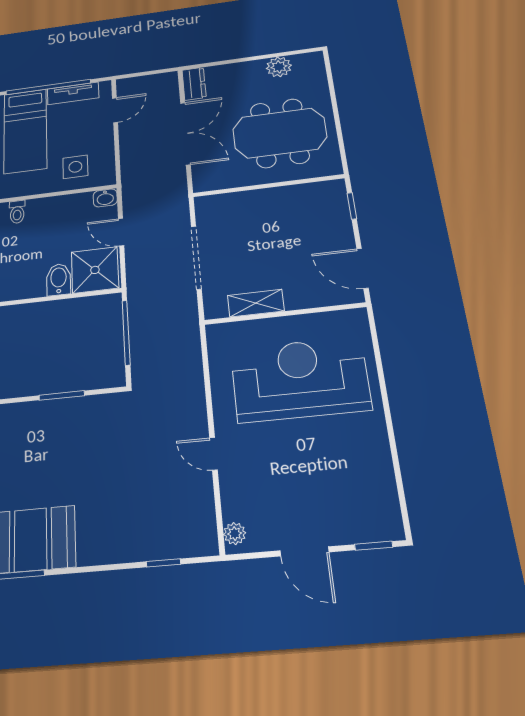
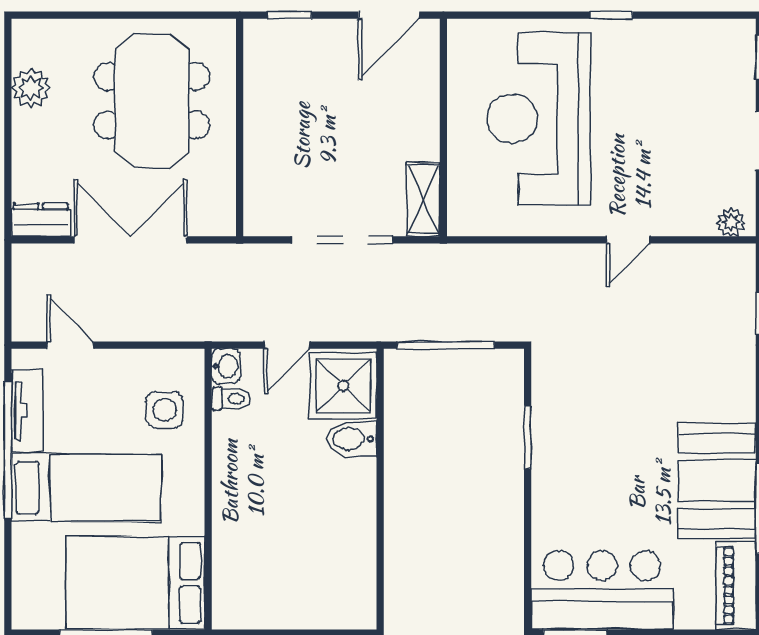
toilet: (17, 212) -> (231, 399), moved
shelving: (256, 303) -> (423, 199), moved
window: (389, 424) -> (611, 15), added

